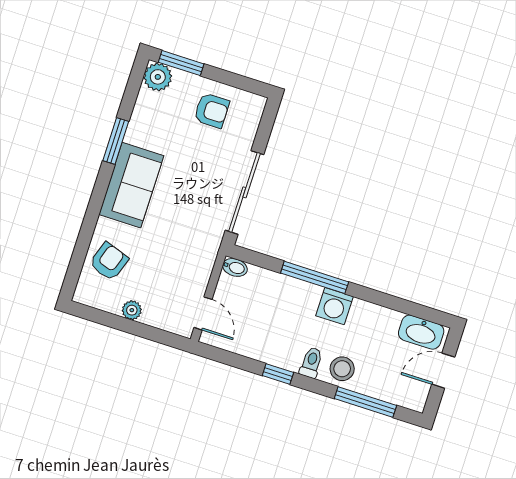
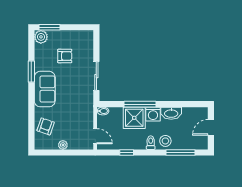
armchair: (212, 111) -> (65, 56), moved
sliding door: (244, 192) -> (96, 76), width x0.73
shower: (294, 302) -> (134, 118), added
washbasin: (421, 332) -> (171, 113), moved
window: (278, 374) -> (127, 152), moved

